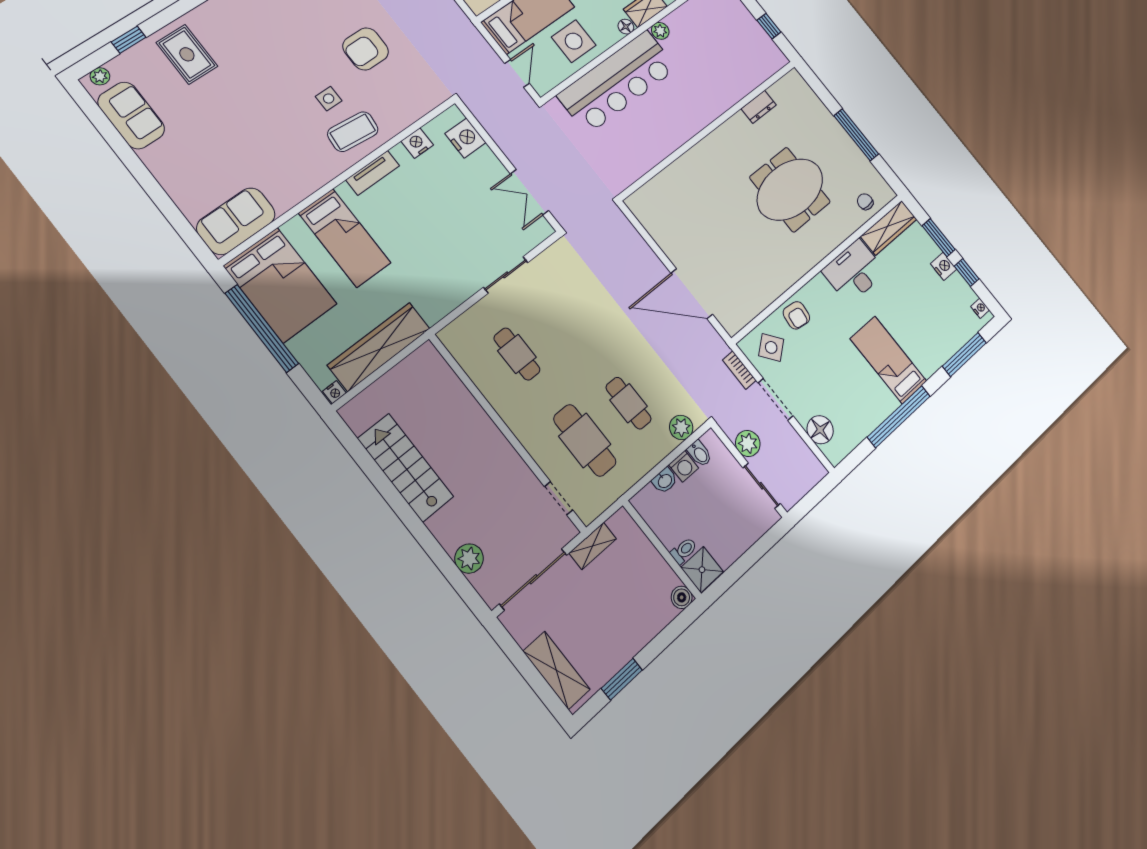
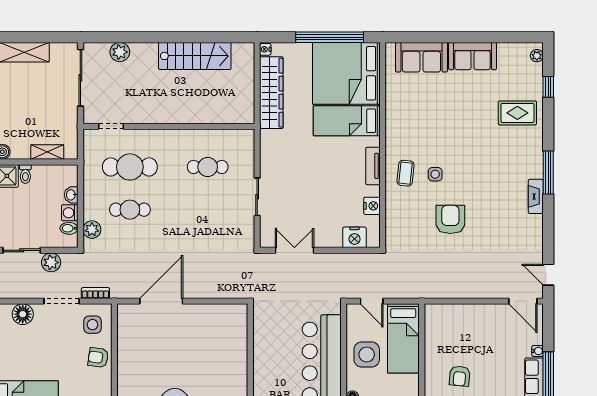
sofa: (131, 115) -> (473, 56), moved
coffee table: (353, 132) -> (405, 173), width x0.73, depth x0.77
sofa: (236, 221) -> (421, 57), moved, turned 90
bed: (280, 285) -> (346, 73), width x1.36
side table: (771, 347) -> (92, 325), turned 38
shelving: (593, 546) -> (47, 152), moved, turned 90

